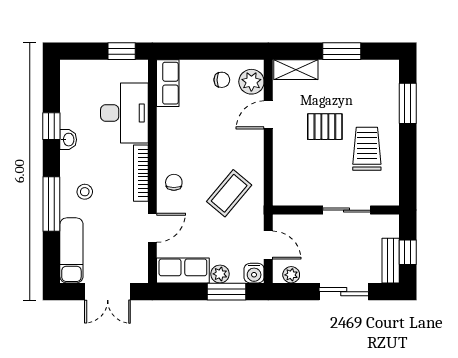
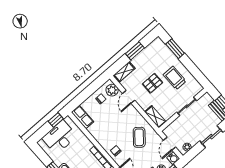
desk: (124, 113) -> (60, 137), moved, turned -90
shelving: (283, 183) -> (155, 117), added
door: (268, 245) -> (170, 144), swing flipped

